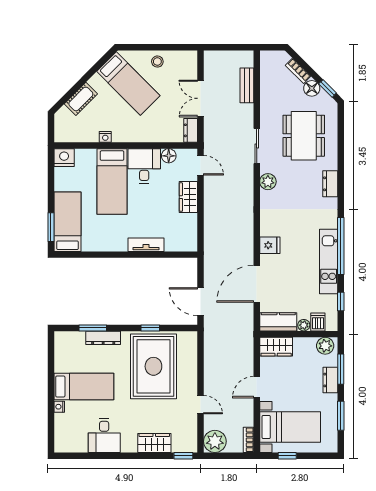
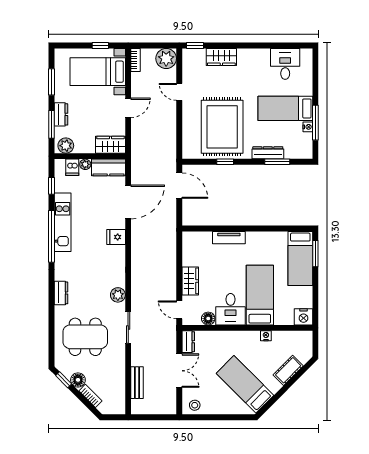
stool: (157, 62) -> (195, 405), moved
dining table: (304, 136) -> (85, 337), turned 90
window: (51, 371) -> (315, 123), added
nightstand: (59, 407) -> (308, 127), moved
desk: (104, 435) -> (285, 64), moved

